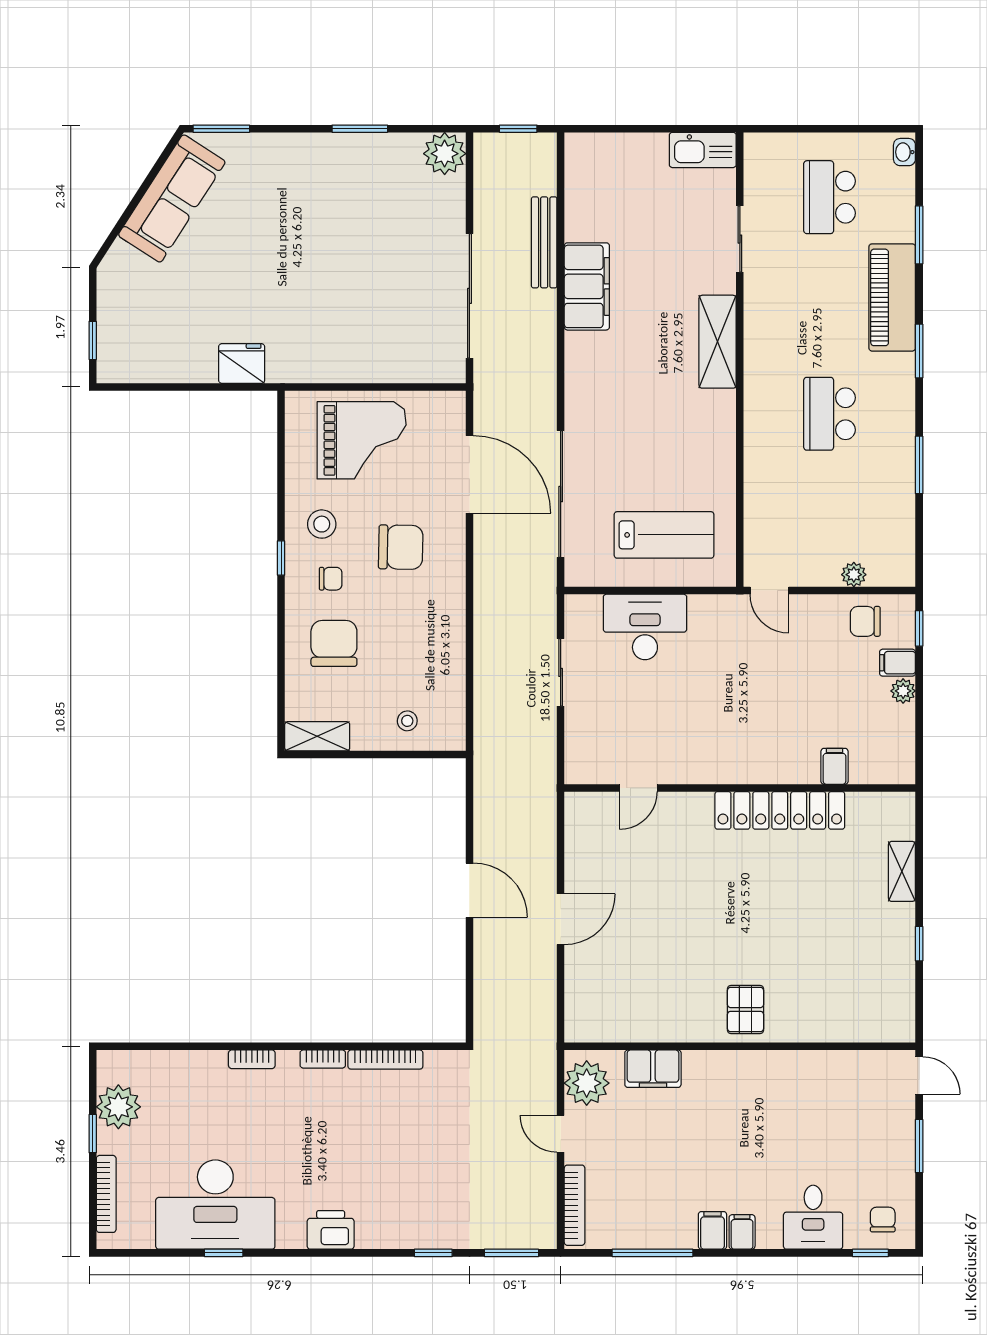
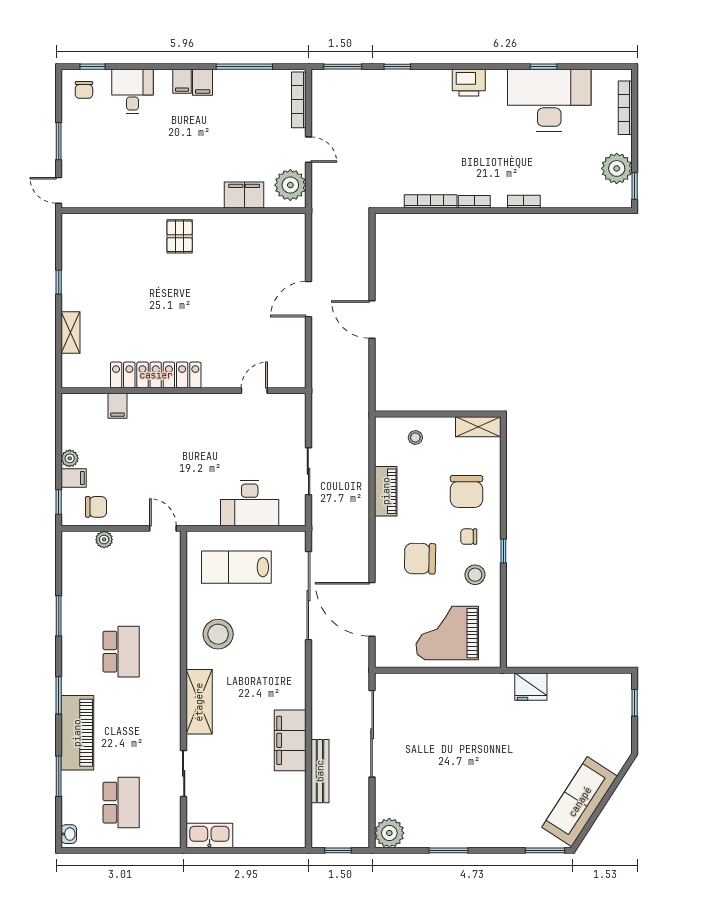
stool: (690, 439) -> (218, 634), added
piano: (450, 644) -> (386, 491), added
window: (93, 1134) -> (635, 186), moved

